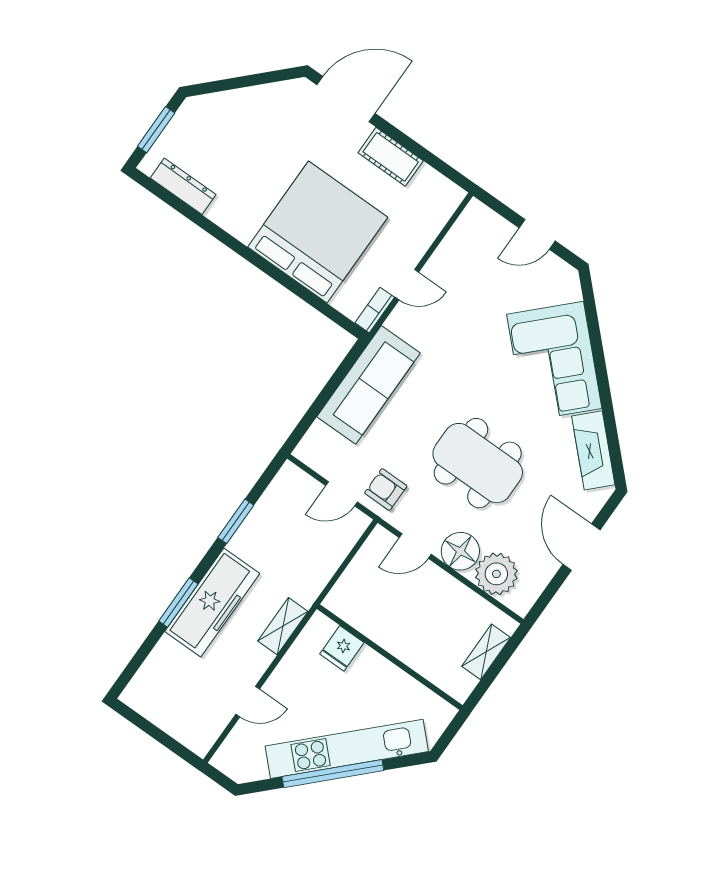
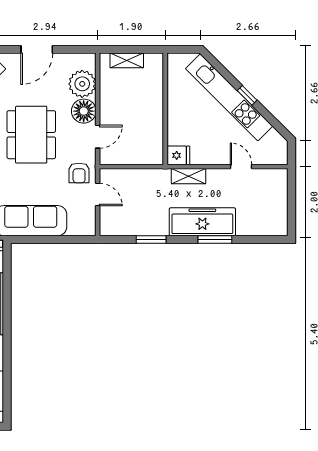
door: (415, 546) -> (98, 137), hinge flipped
fridge: (342, 648) -> (178, 155), moved
window: (333, 774) -> (247, 95), width x0.32

